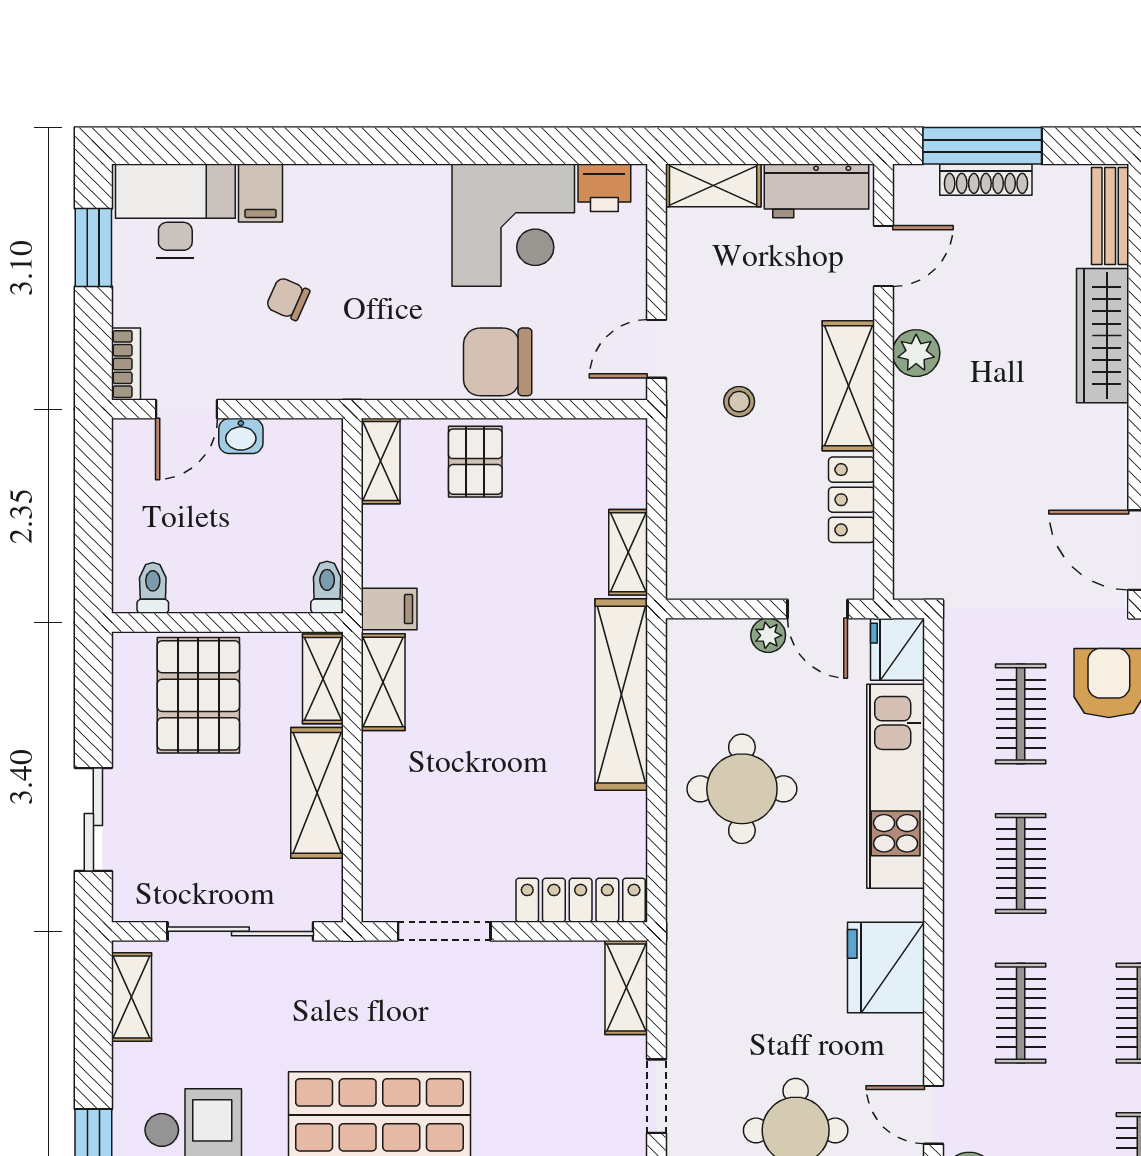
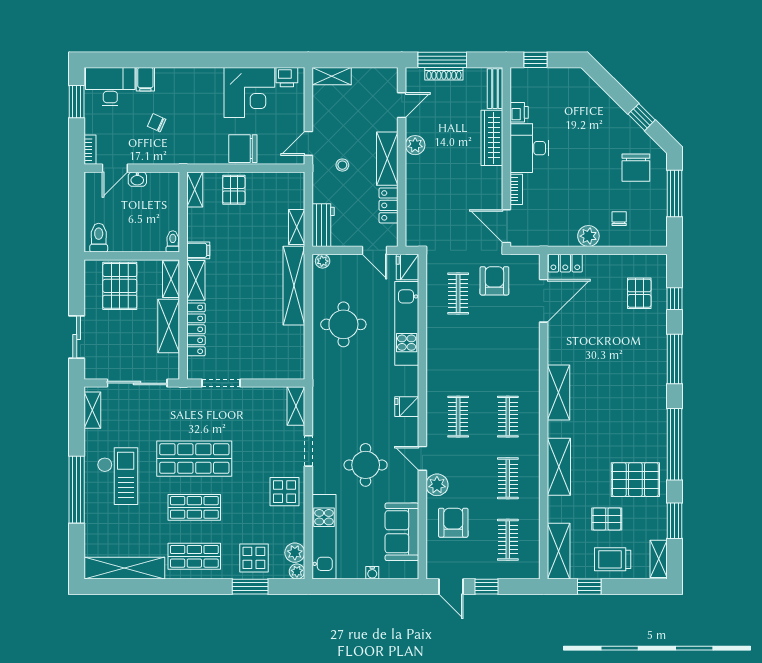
workbench: (817, 191) -> (323, 225), moved, turned -90
toilet: (153, 588) -> (99, 238), width x1.37, depth x1.39
plant: (768, 635) -> (323, 261), moved
clothes rail: (1021, 863) -> (458, 355), removed
locker: (581, 900) -> (196, 329), moved, turned 90
fridge: (886, 967) -> (407, 407), width x0.53, depth x0.75

